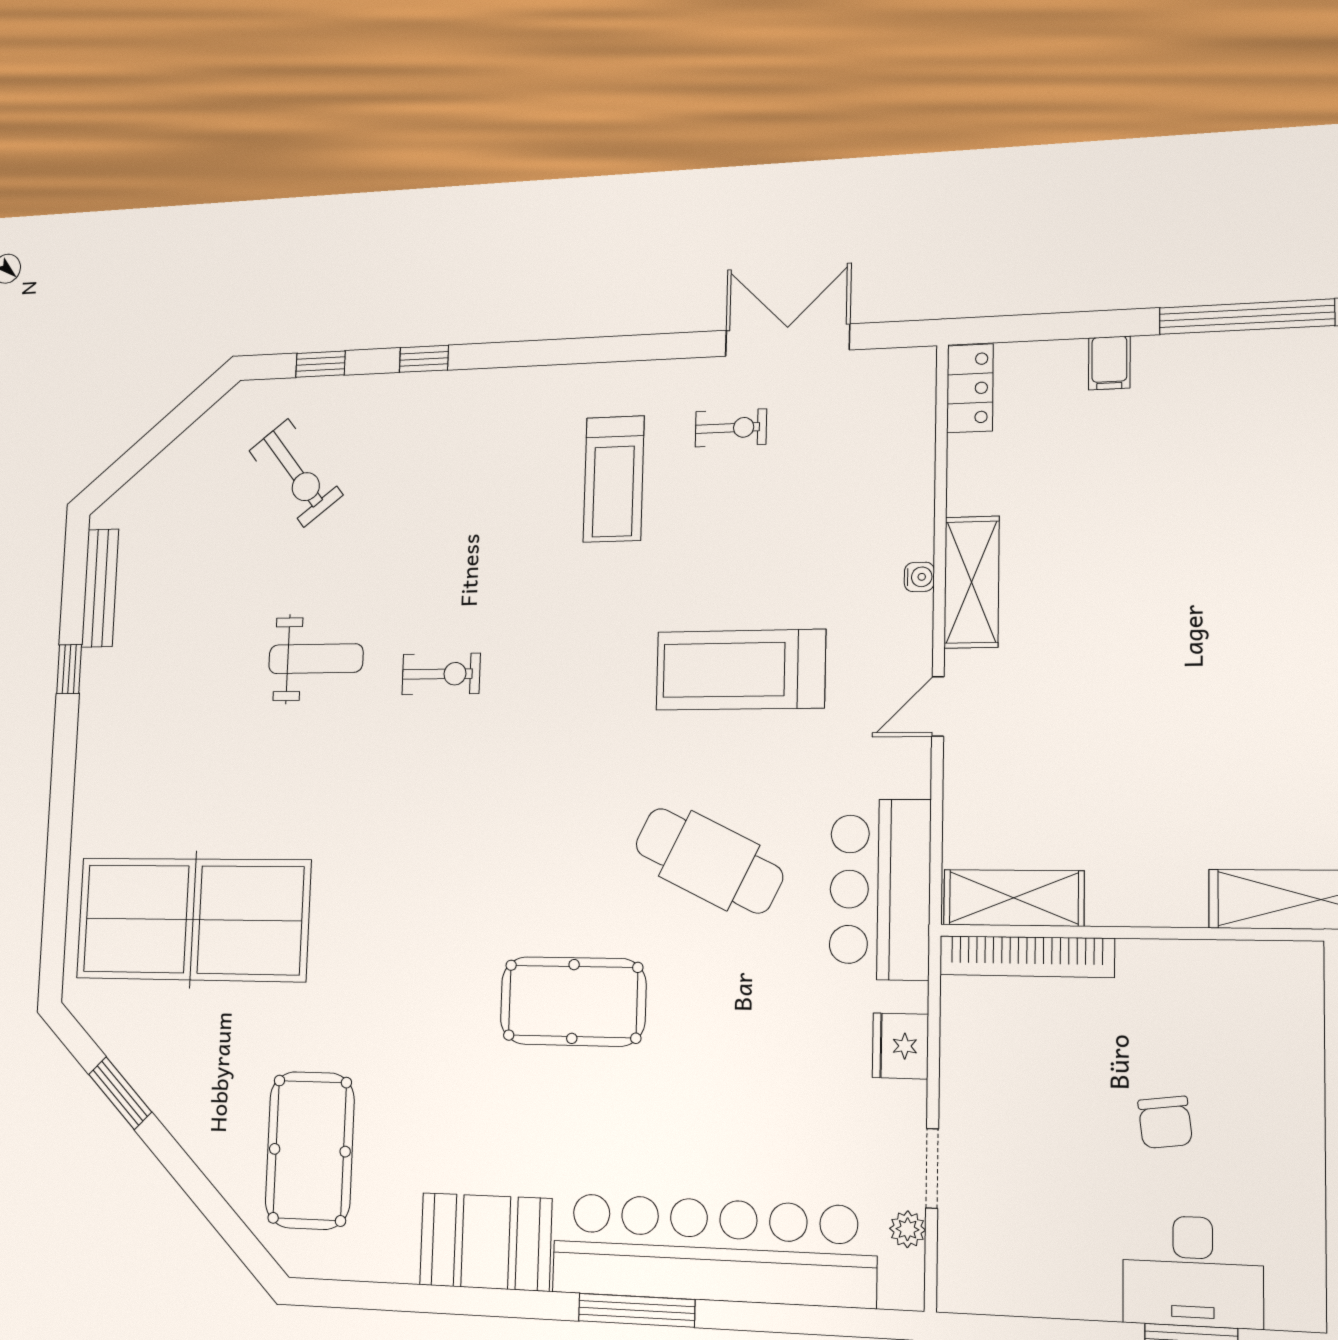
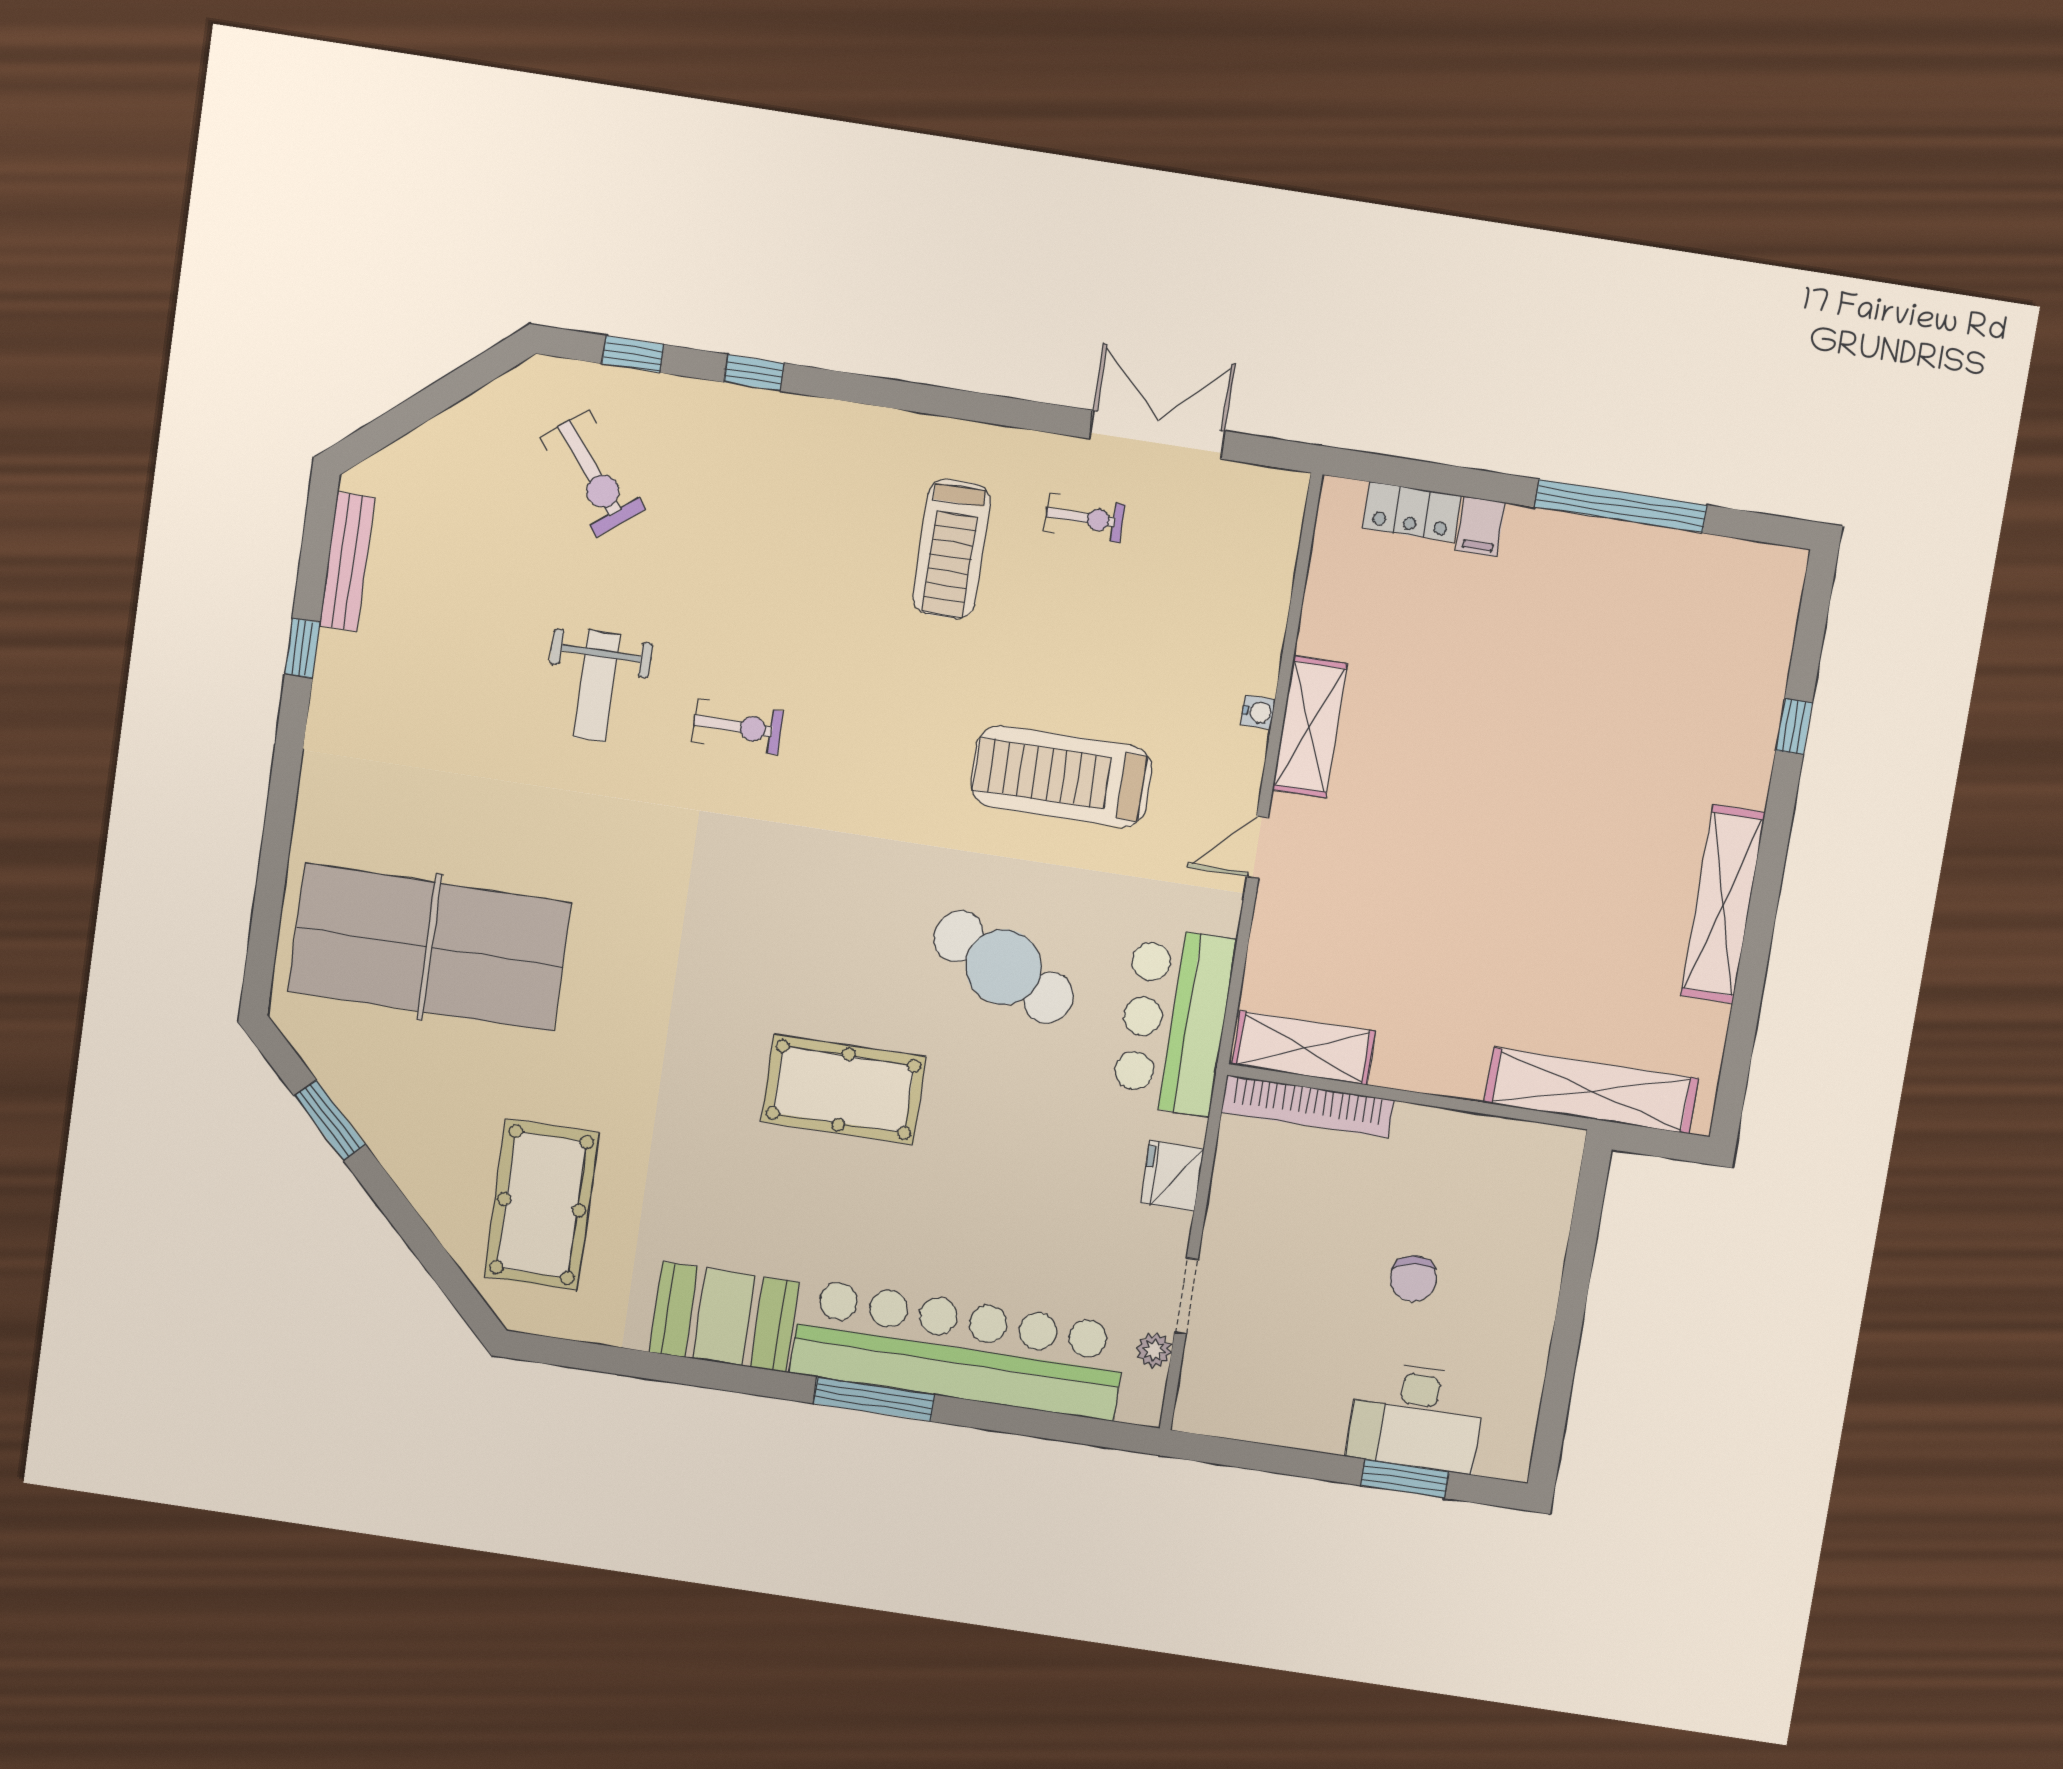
locker: (970, 388) -> (1412, 512), moved, turned 90
weight bench: (316, 659) -> (597, 686), turned 90

